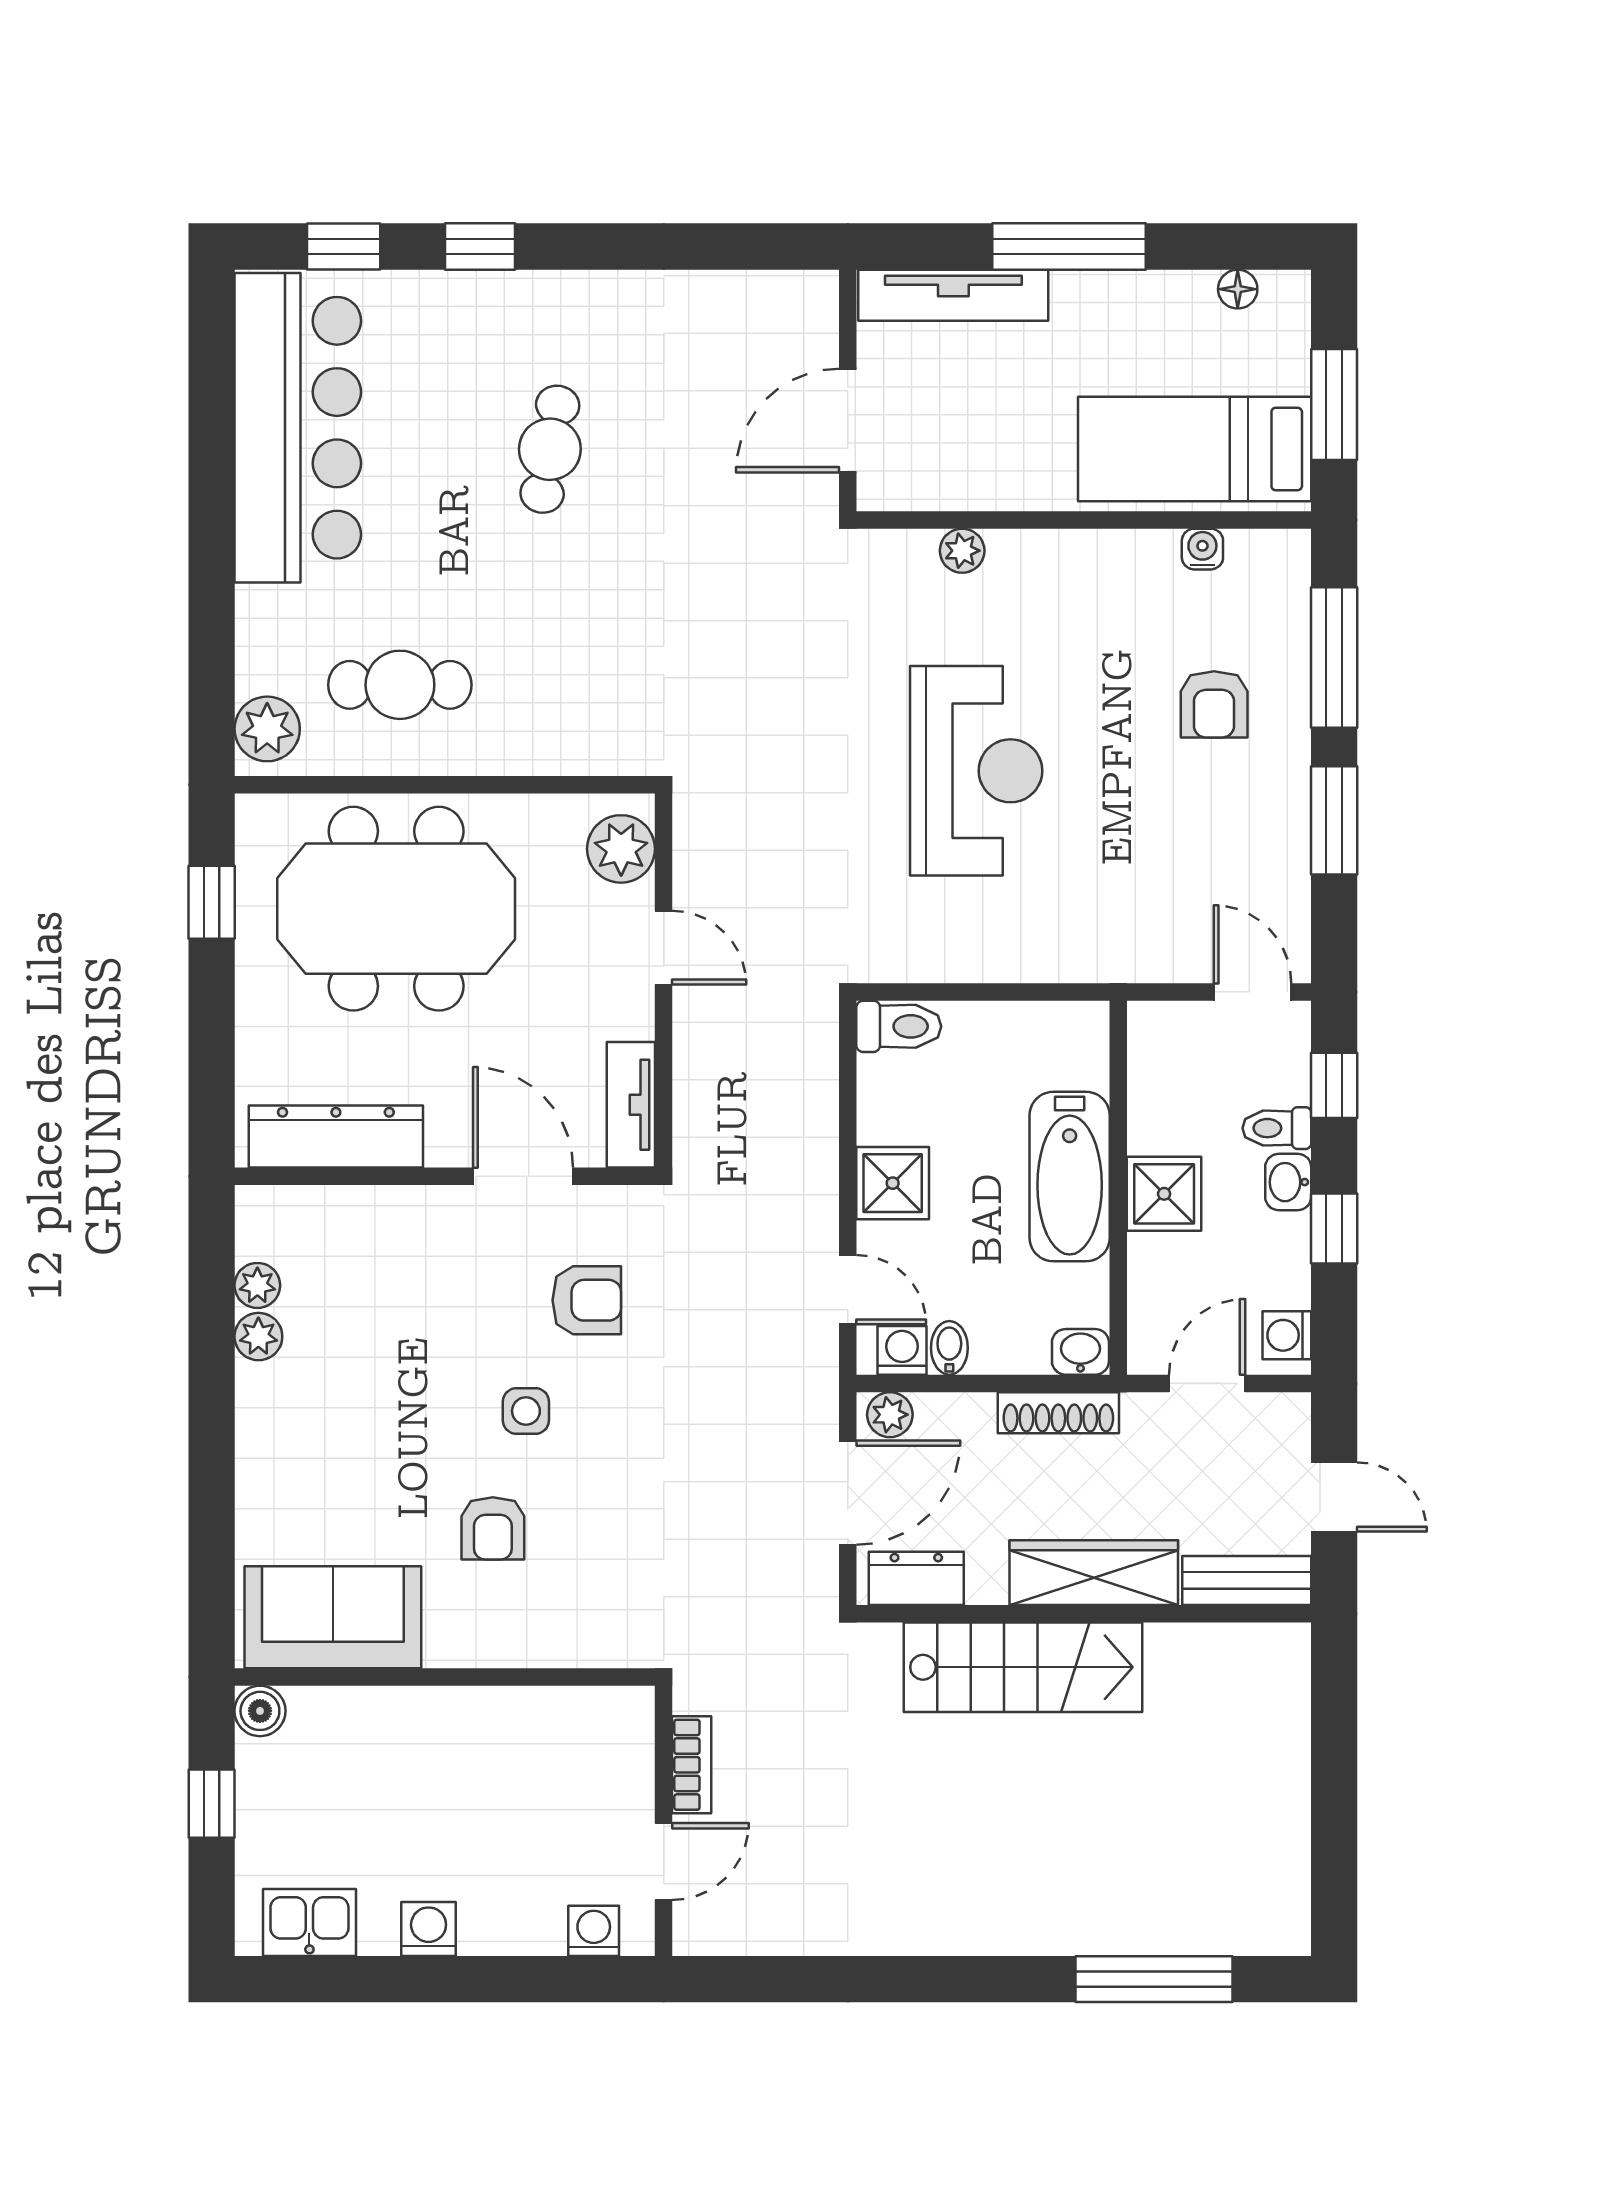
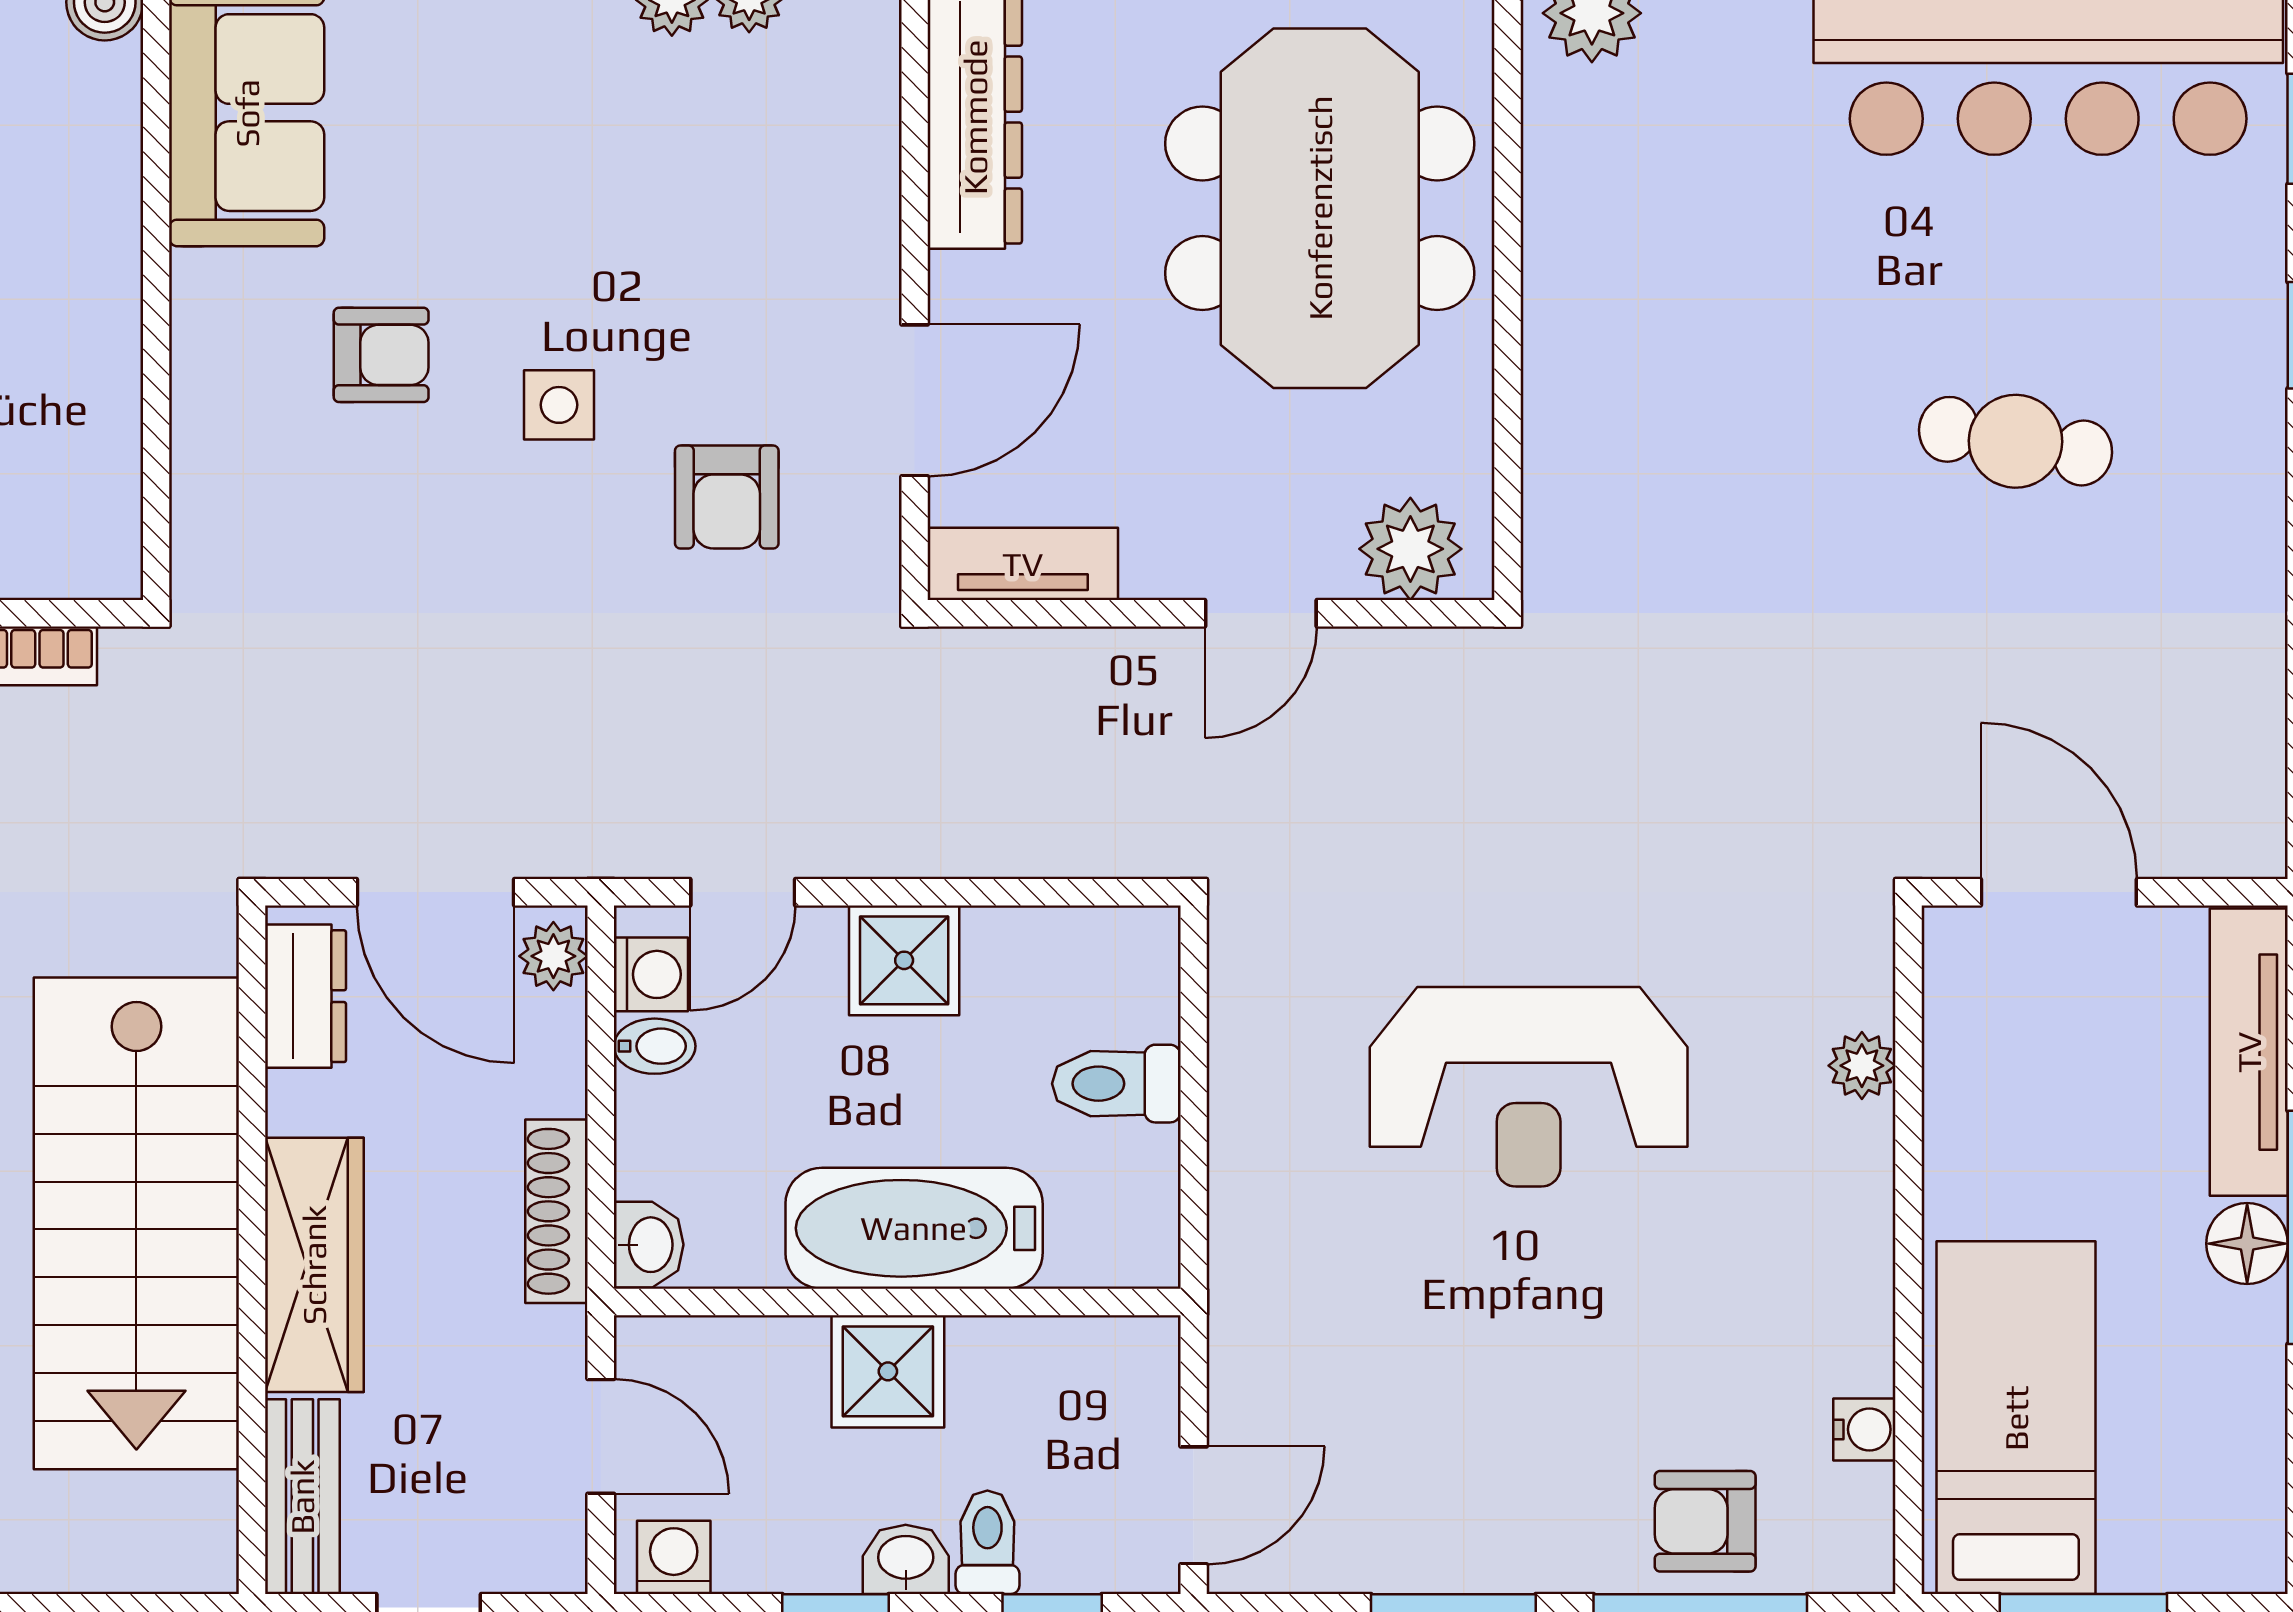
floor lamp: (1238, 289) -> (2247, 1244), moved, width x1.37, depth x1.37
cafe table: (400, 685) -> (1659, 214), removed
armchair: (1214, 704) -> (1705, 1521), moved
toilet: (899, 1026) -> (1116, 1084), moved, turned 90
armchair: (493, 1528) -> (381, 355), turned 180
stairs: (1023, 1667) -> (136, 1223), width x1.36, depth x1.51

